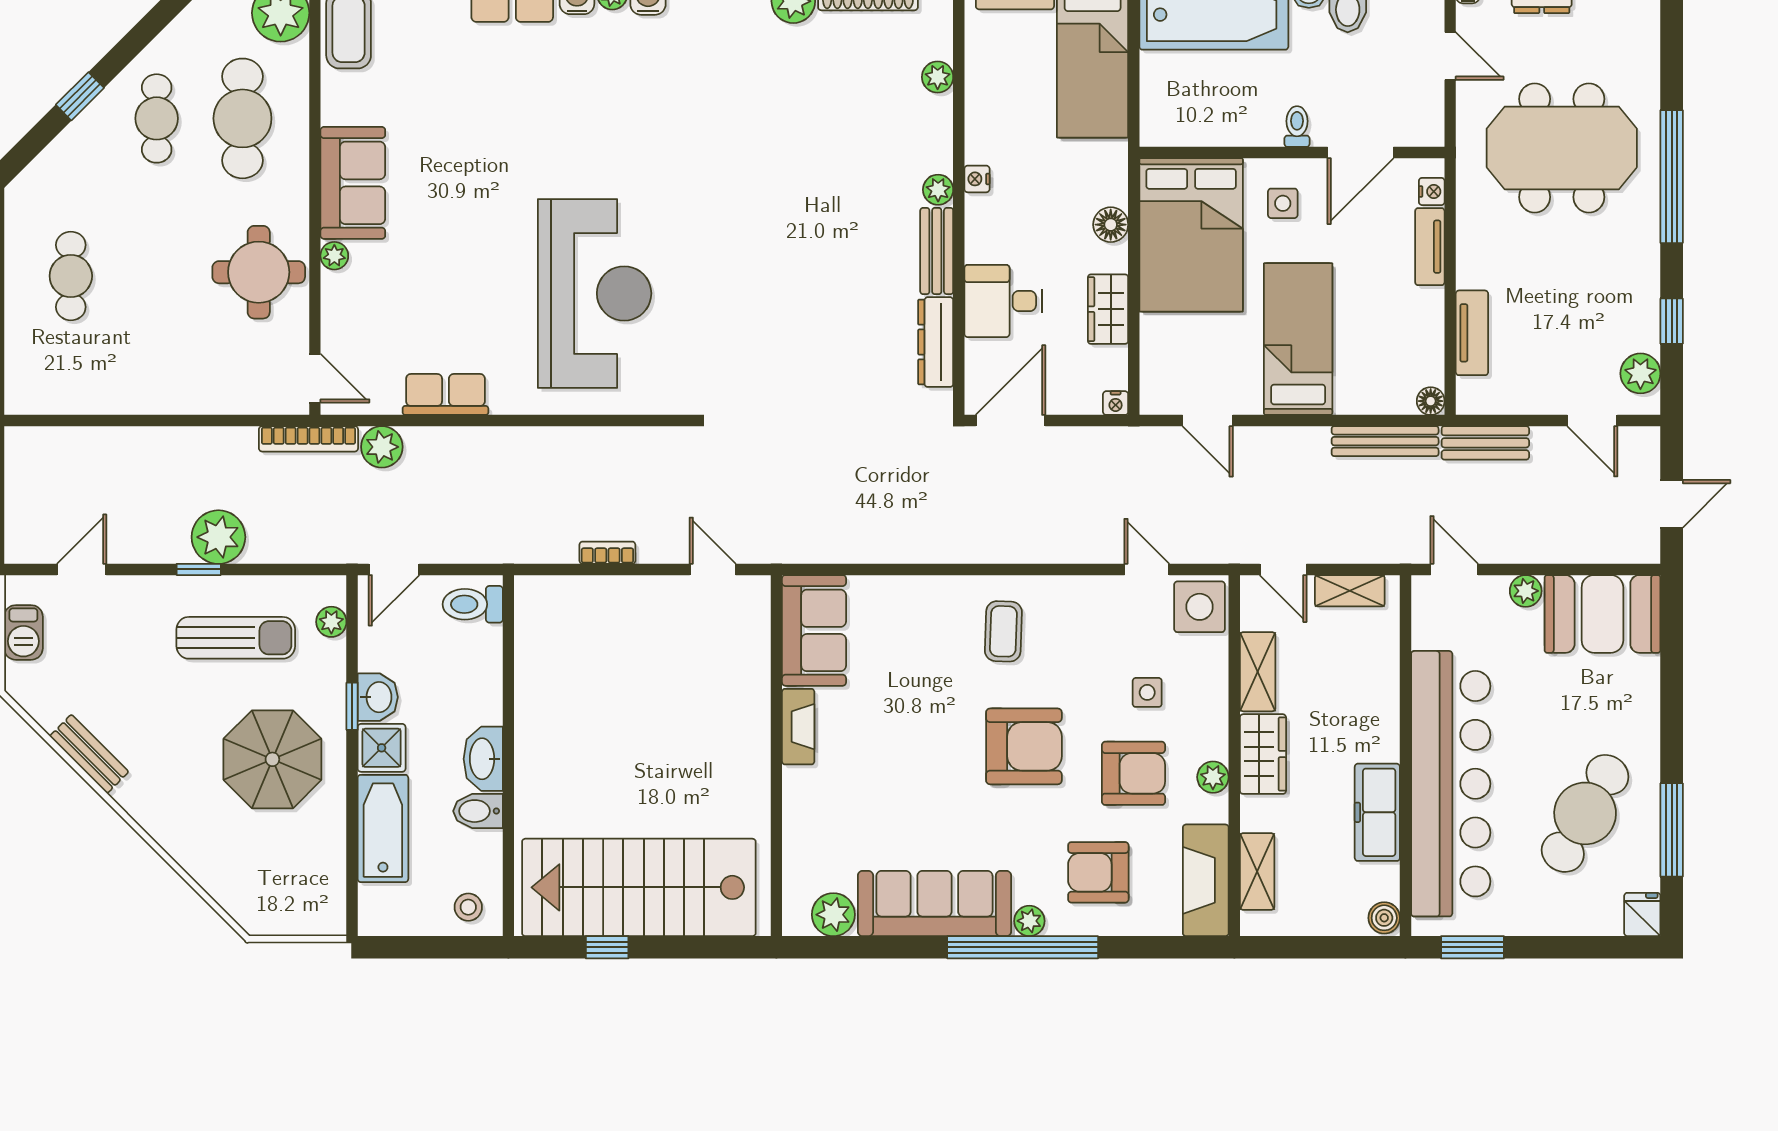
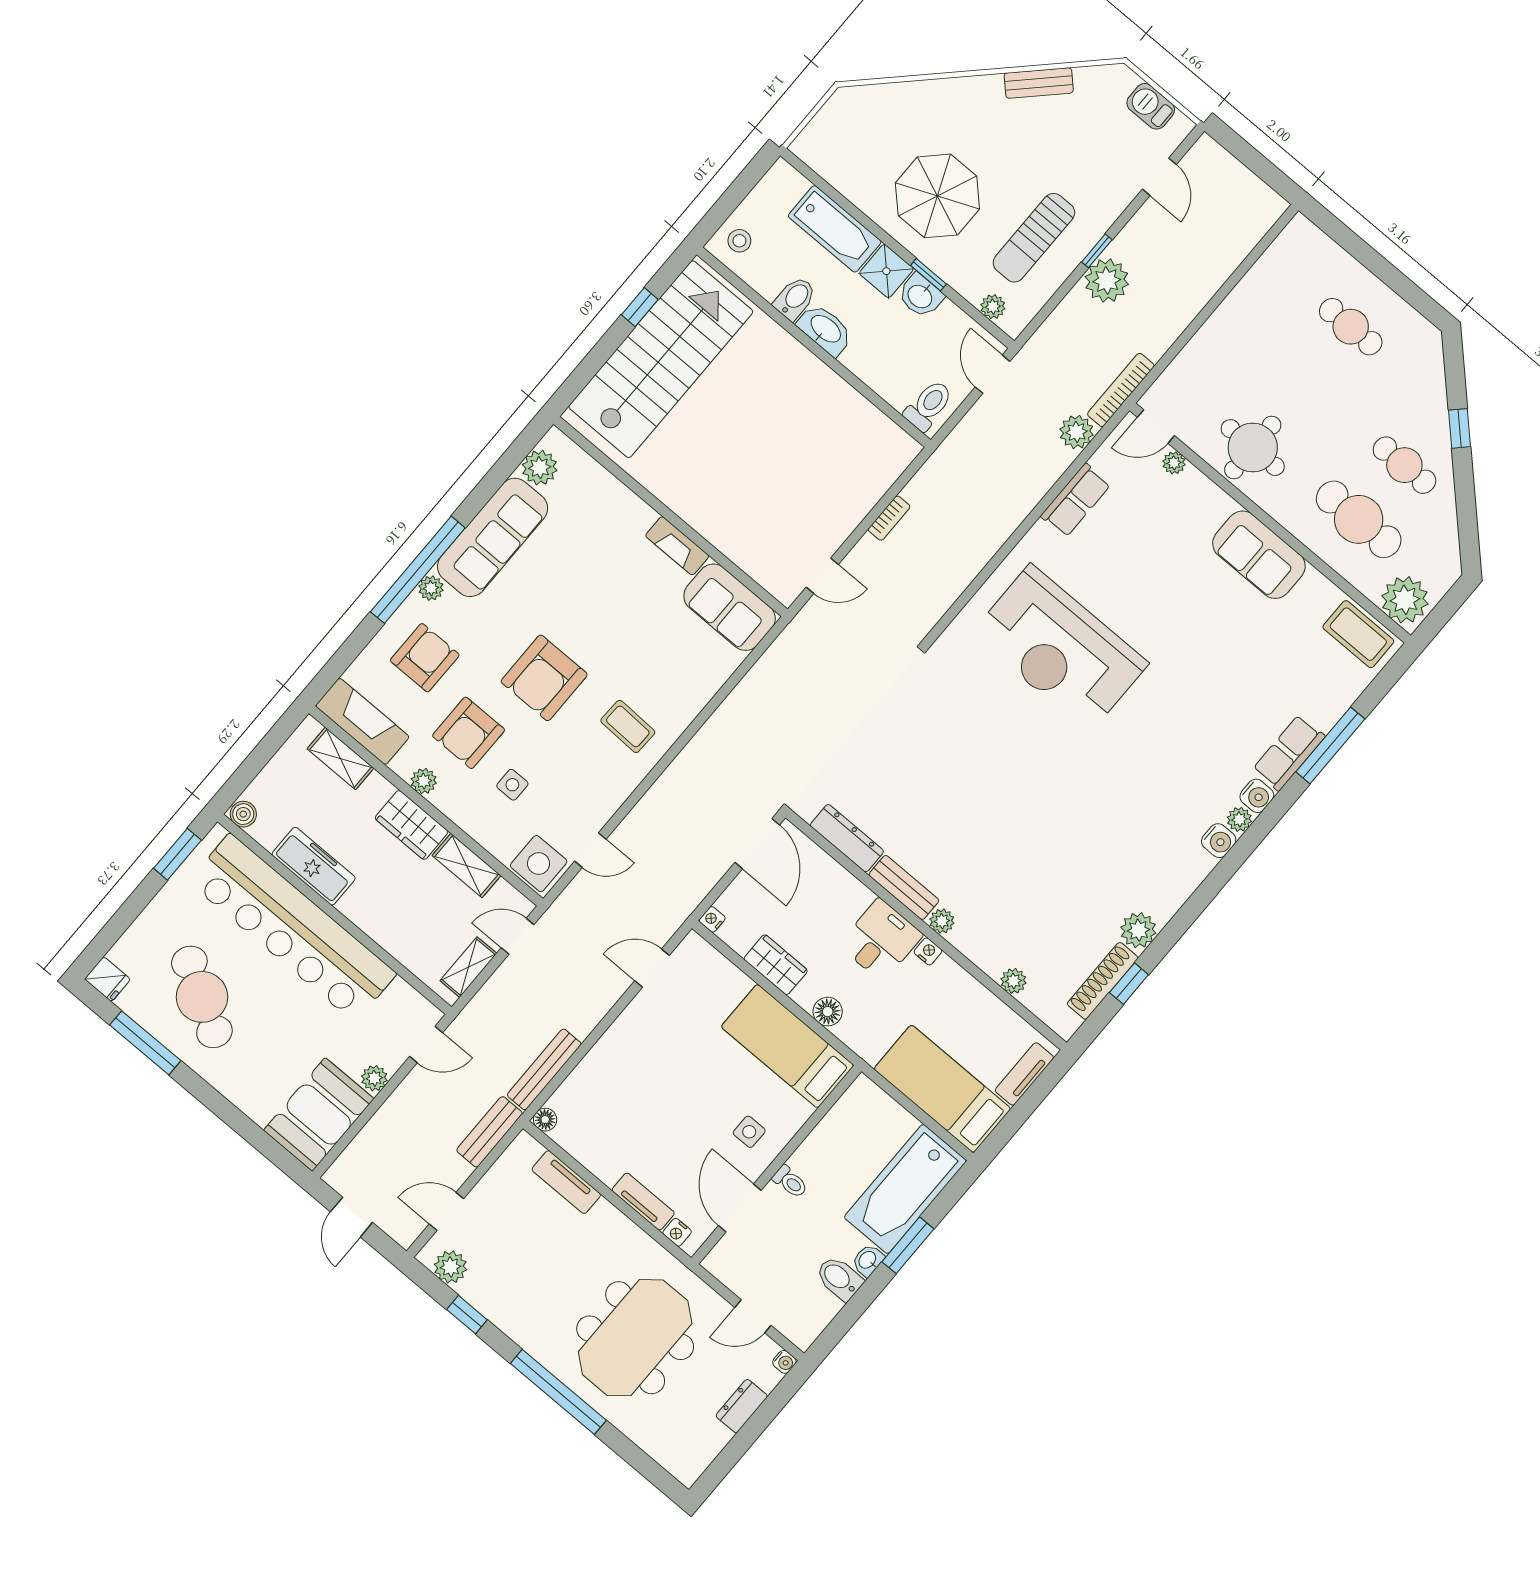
bed: (1191, 235) -> (787, 1046), width x0.67
plant: (334, 256) -> (1174, 463), moved
desk: (1003, 301) -> (881, 940), moved
bed: (1298, 339) -> (655, 1069), removed

